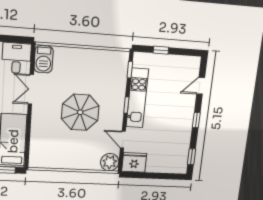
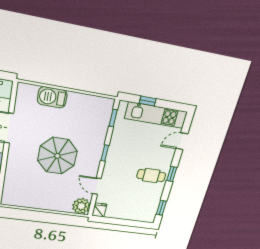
barbecue: (44, 59) -> (52, 97), moved, turned 90
kitchen unit: (137, 98) -> (156, 115), moved, turned 90
cafe table: (176, 124) -> (151, 176), added
fridge: (134, 162) -> (99, 210), width x0.53, depth x0.75

